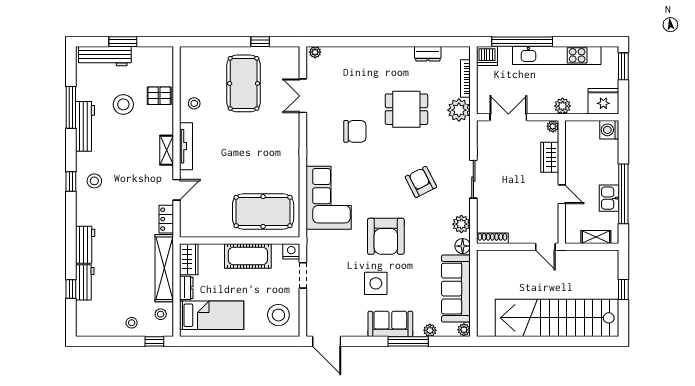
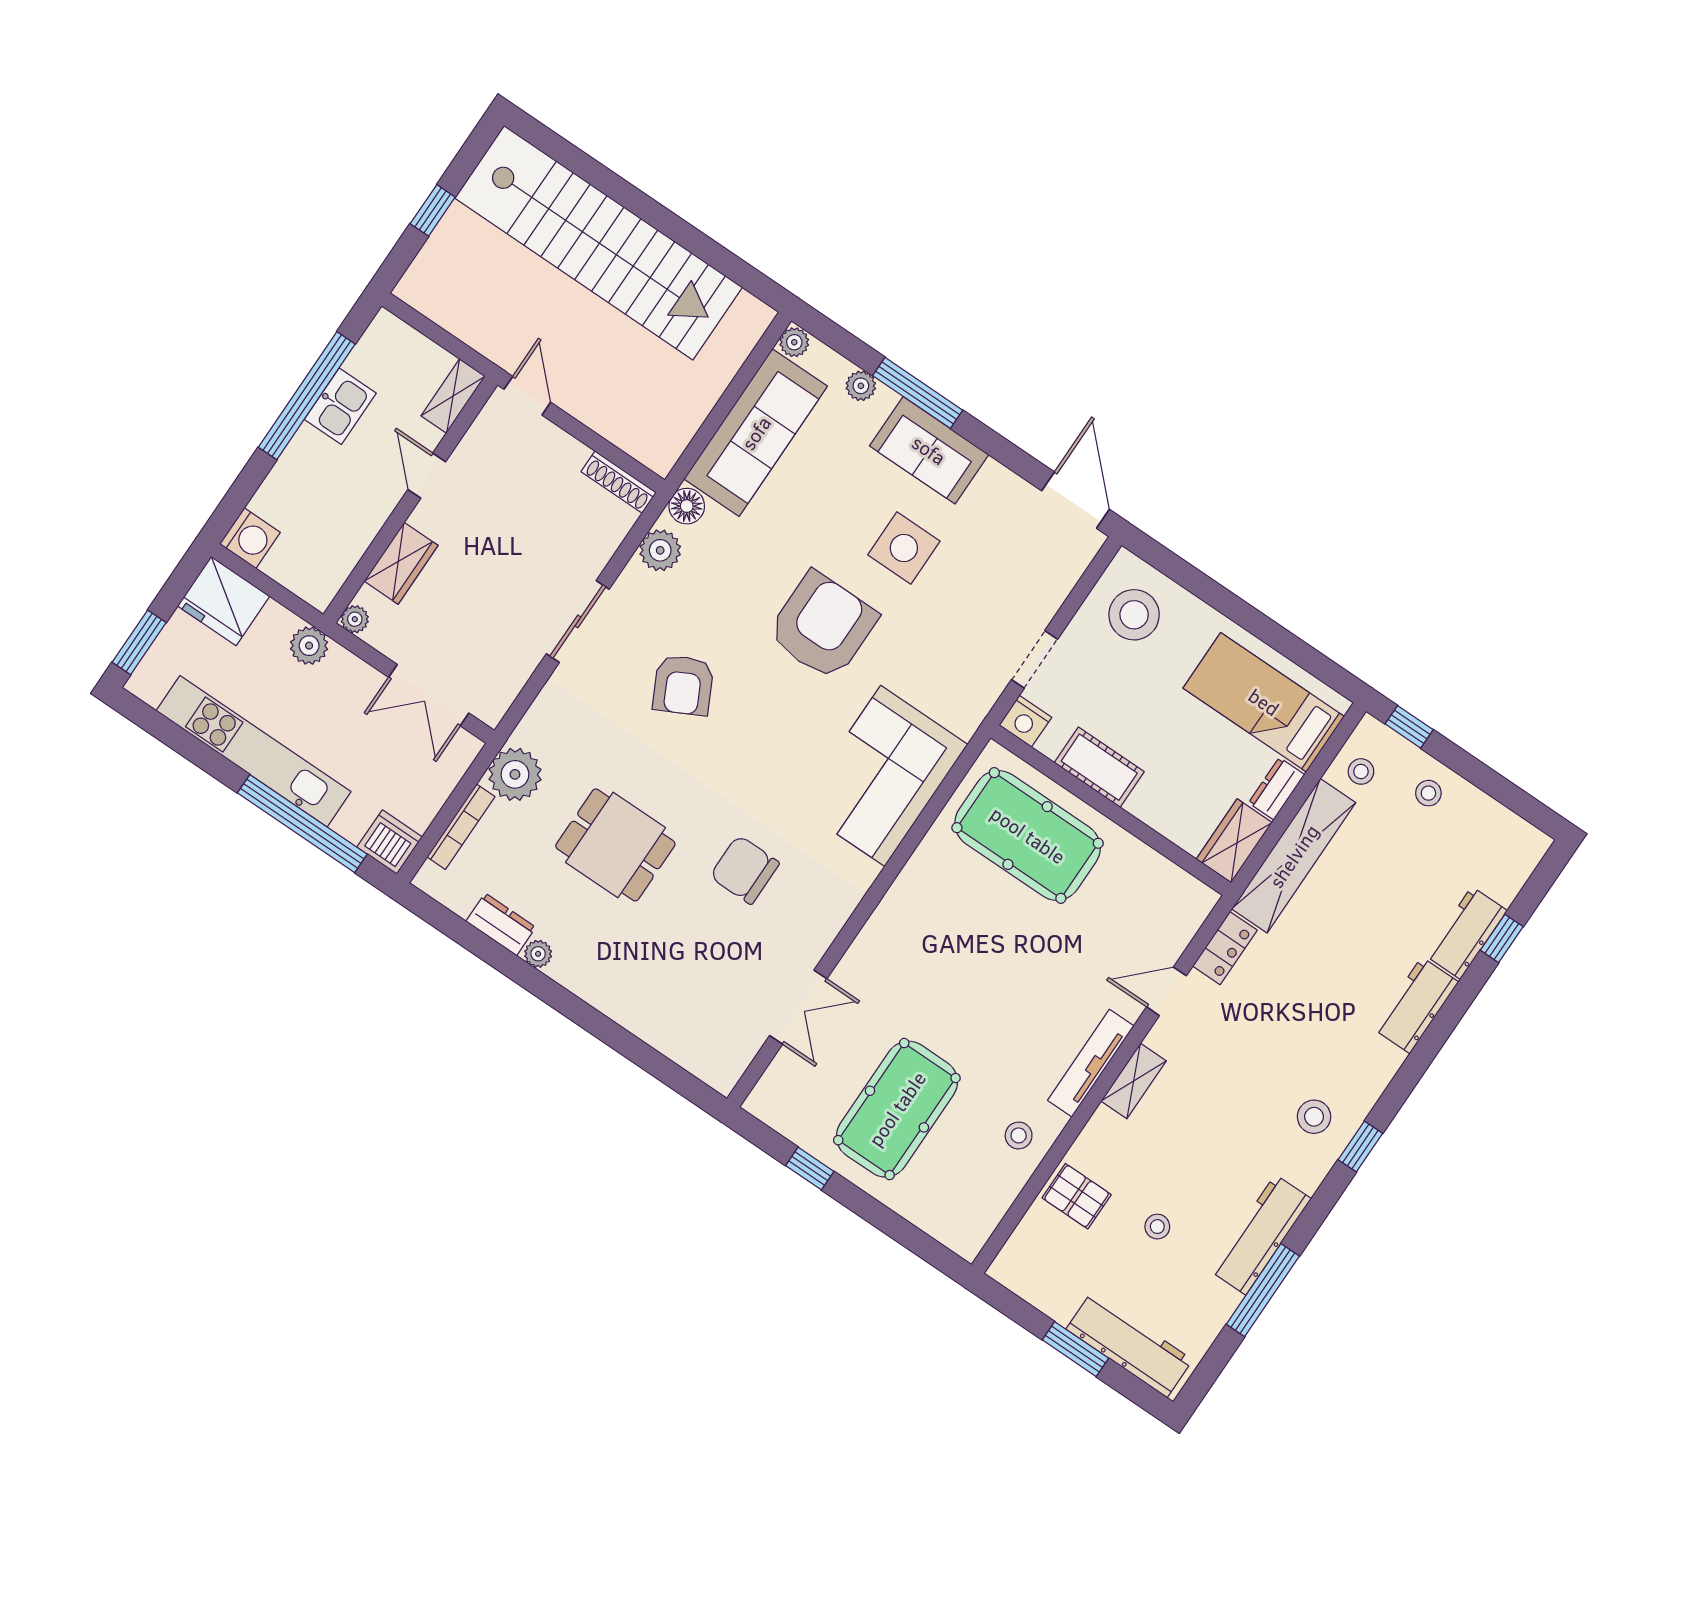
plant: (315, 52) -> (538, 954), moved
stool: (123, 104) -> (1157, 1227), width x0.53, depth x0.53
shelving: (596, 237) -> (453, 396), moved, turned 90
cot: (248, 256) -> (1099, 767), width x0.73, depth x0.75

